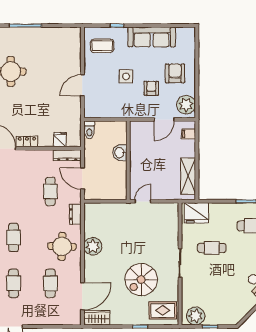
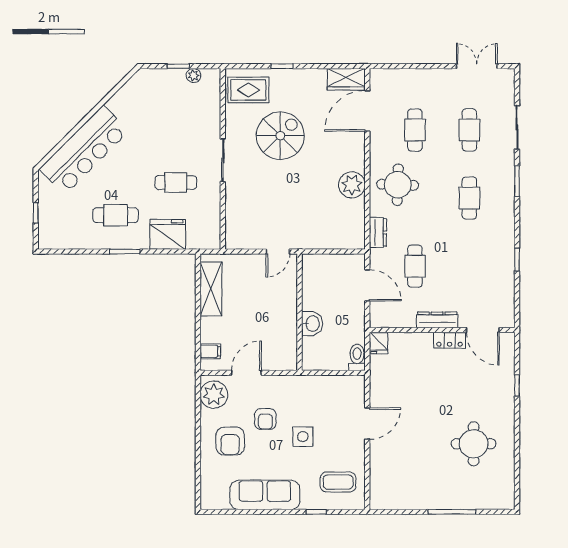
fridge: (60, 140) -> (379, 343), moved
dresser: (67, 155) -> (437, 320), moved
fridge: (196, 213) -> (168, 234), moved
plant: (196, 316) -> (193, 75), width x0.53, depth x0.53

